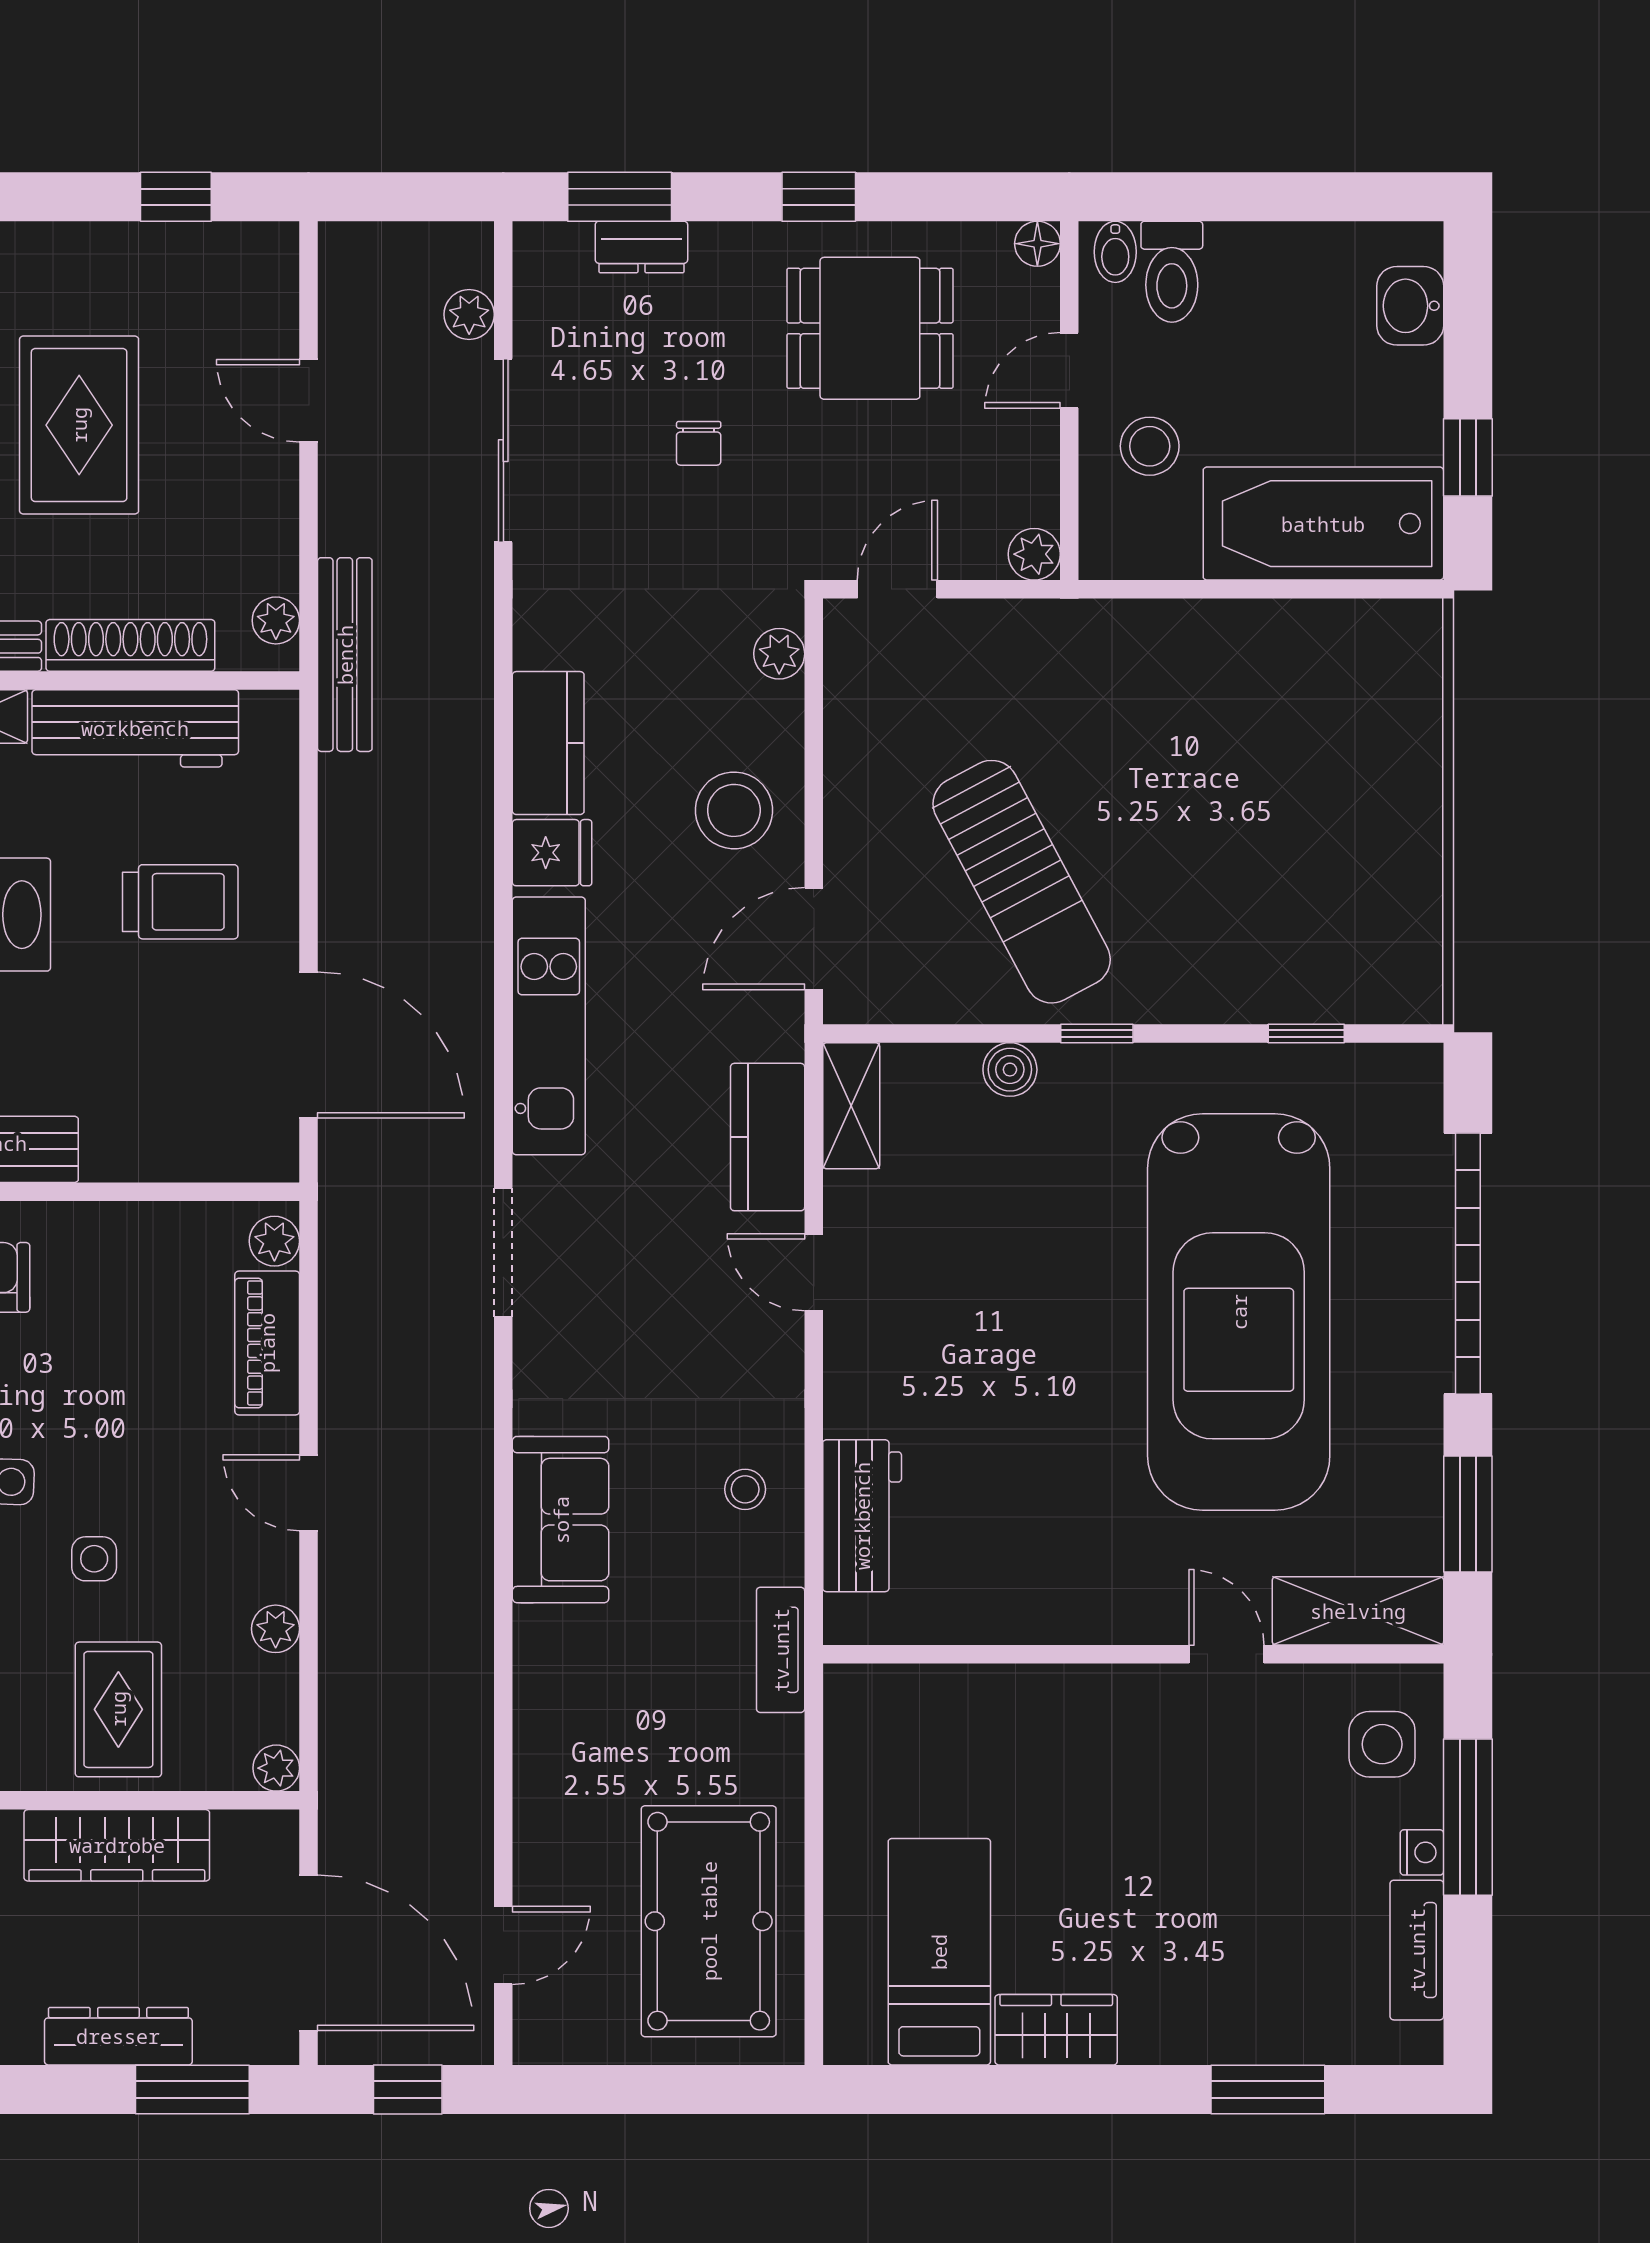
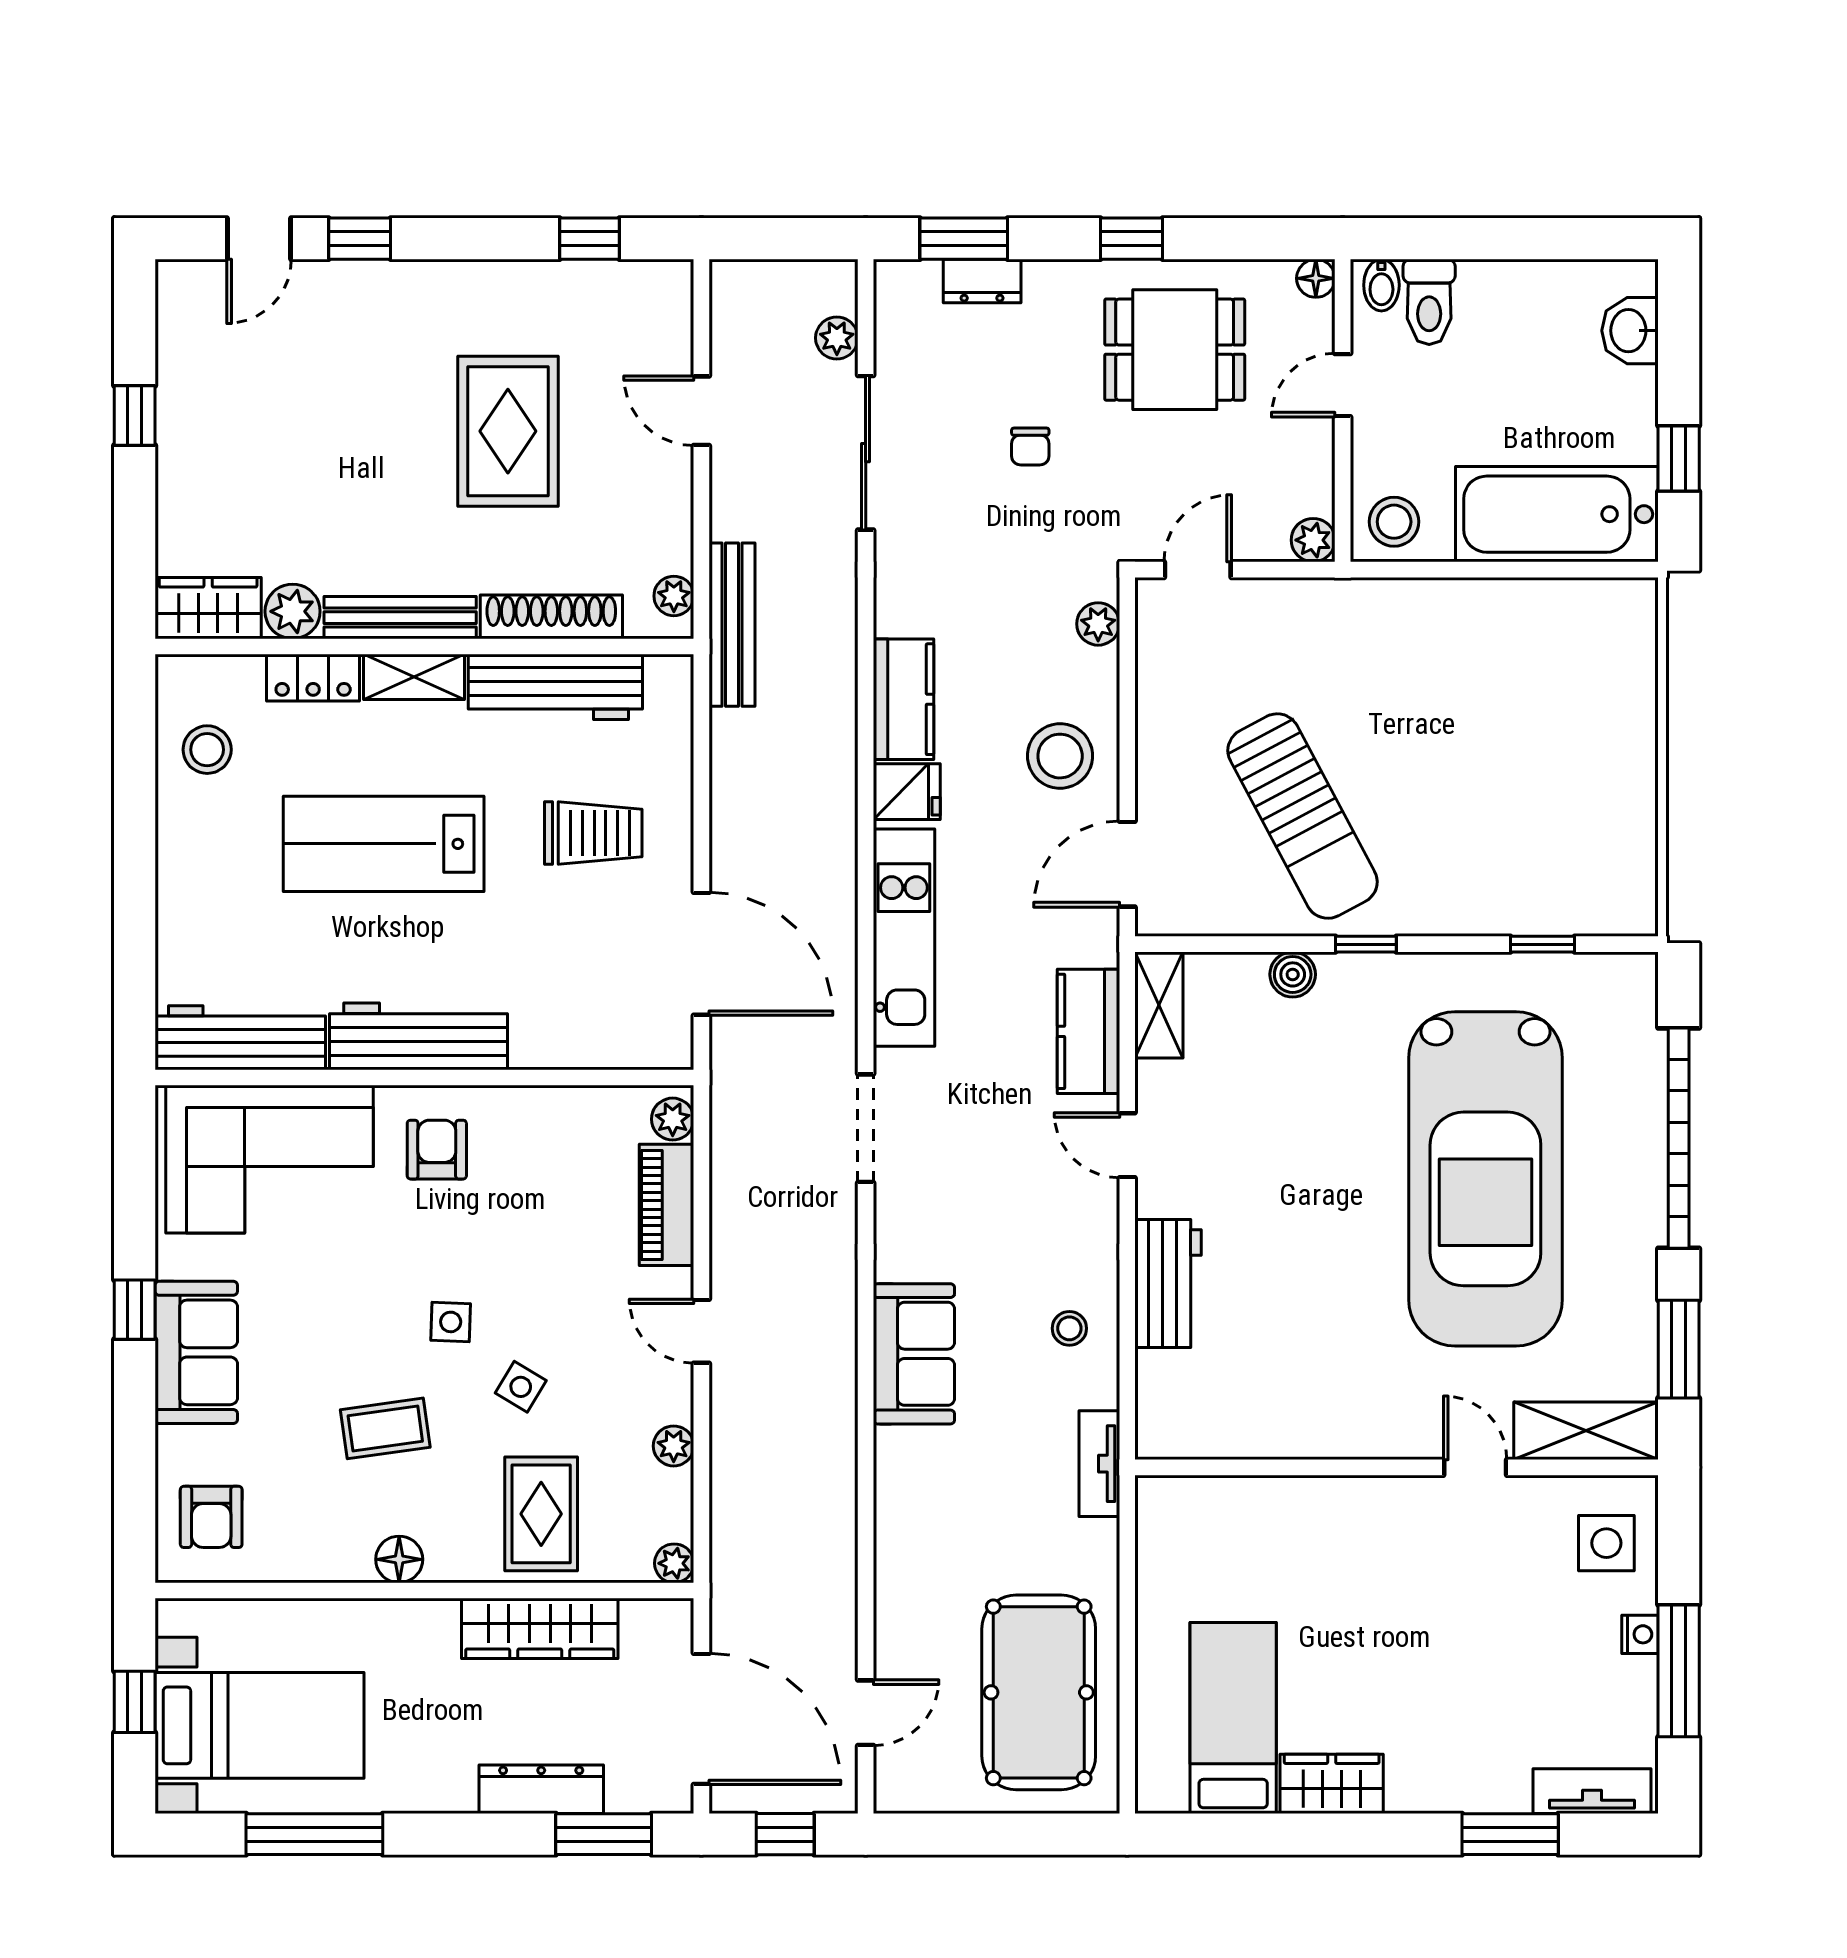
stool: (1150, 446) -> (1394, 522), moved
workbench: (862, 1516) -> (1168, 1284), moved
side table: (94, 1559) -> (521, 1387), turned 31
window: (1468, 1817) -> (1679, 1671), moved
tv unit: (1417, 1950) -> (1592, 1791), moved, turned 90

